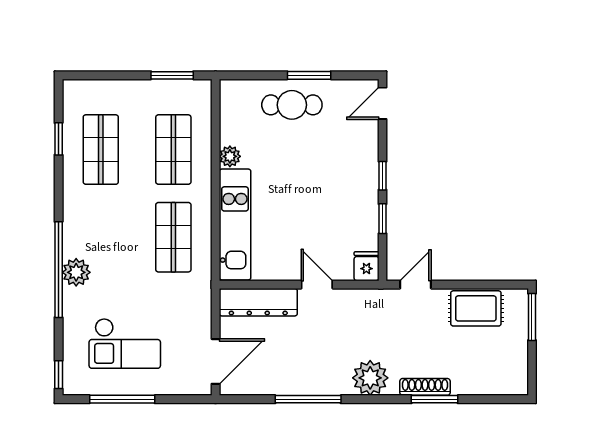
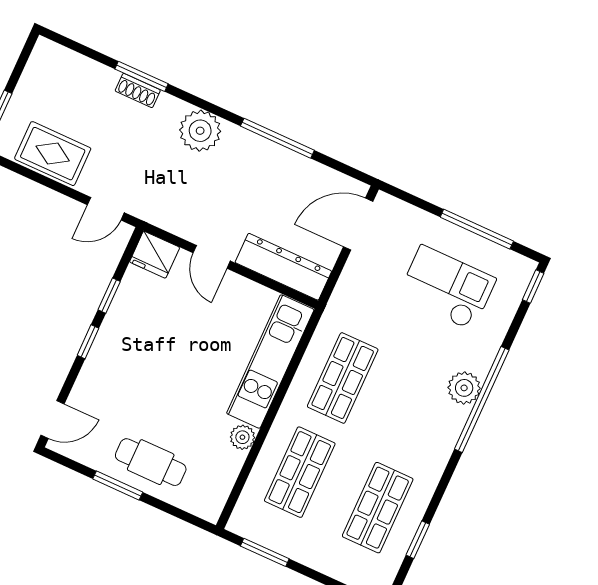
fridge: (366, 266) -> (155, 255), width x1.38
shoe rack: (425, 387) -> (138, 90), width x0.70

